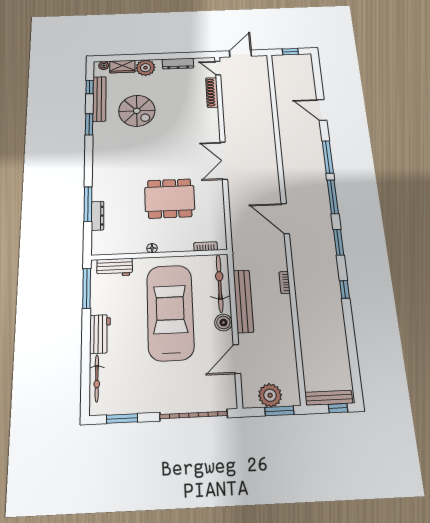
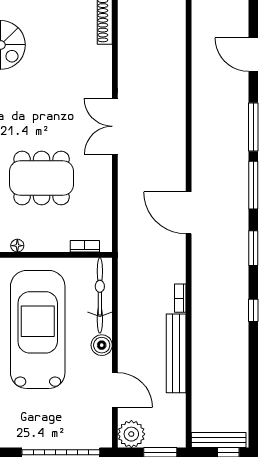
bench: (243, 301) -> (176, 353), moved
door: (237, 359) -> (115, 390), swing flipped
plant: (270, 395) -> (131, 434), moved

